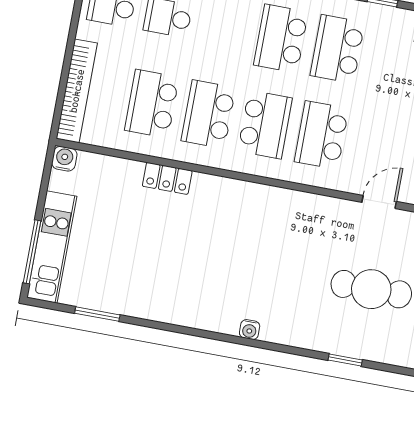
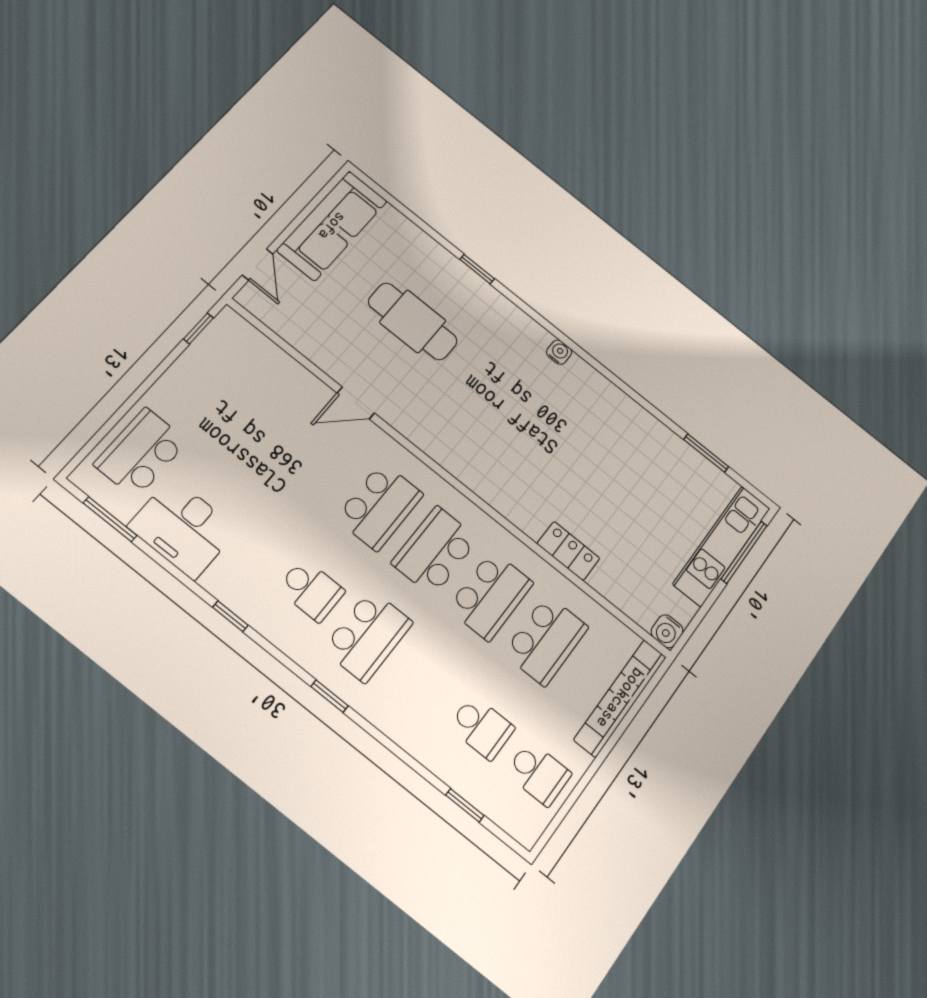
school desk: (337, 49) -> (311, 590), width x0.54

